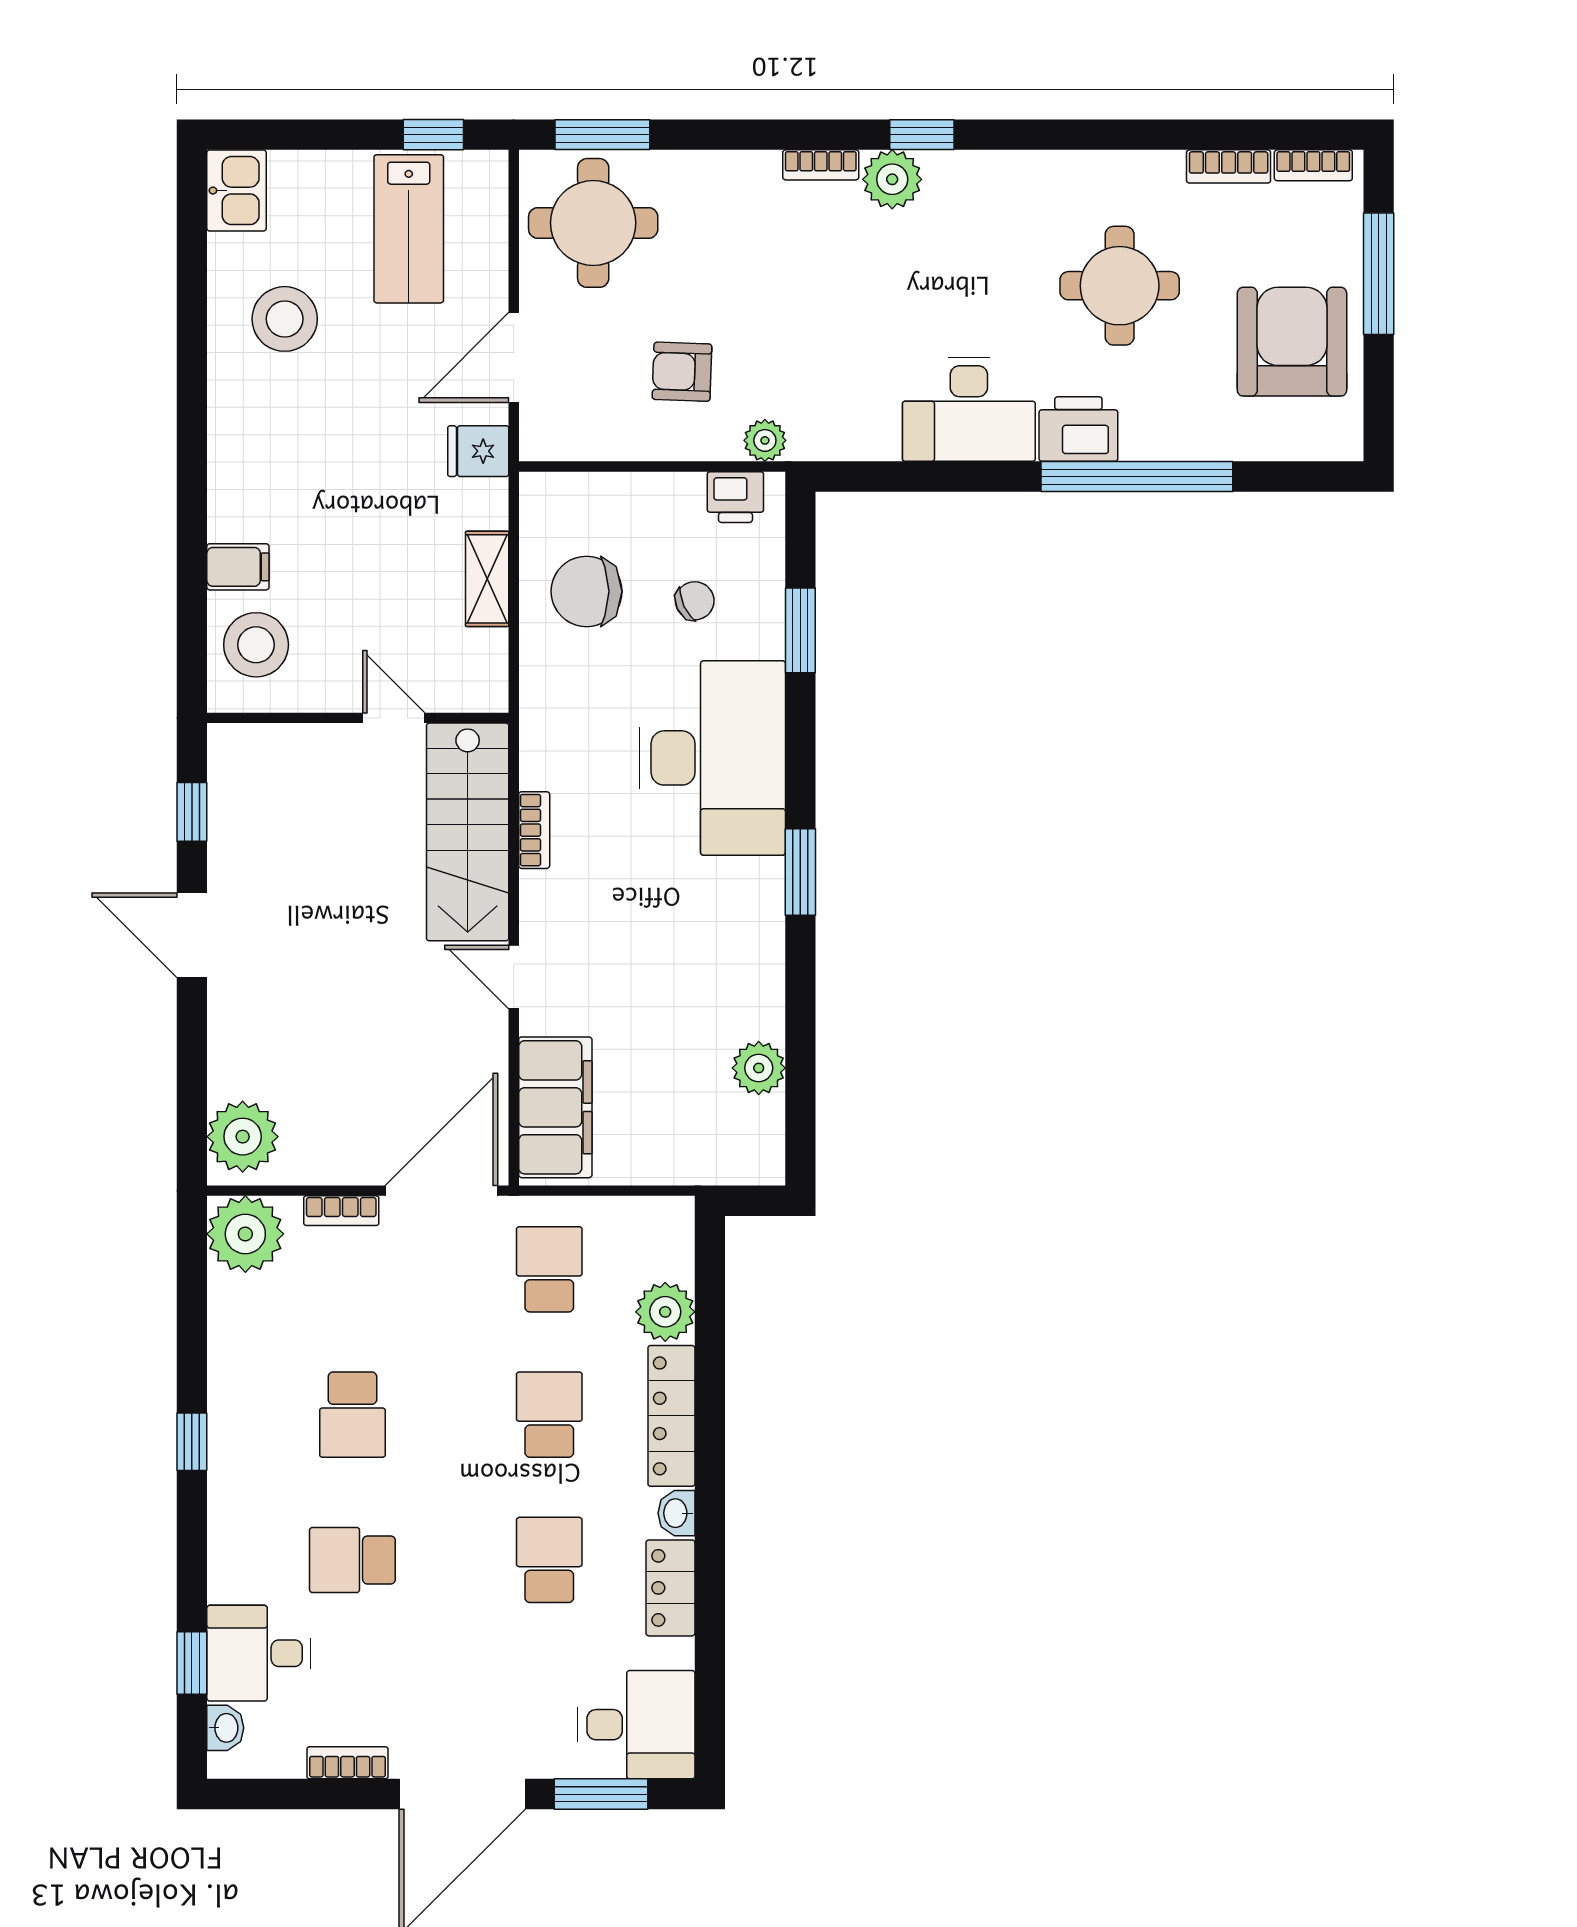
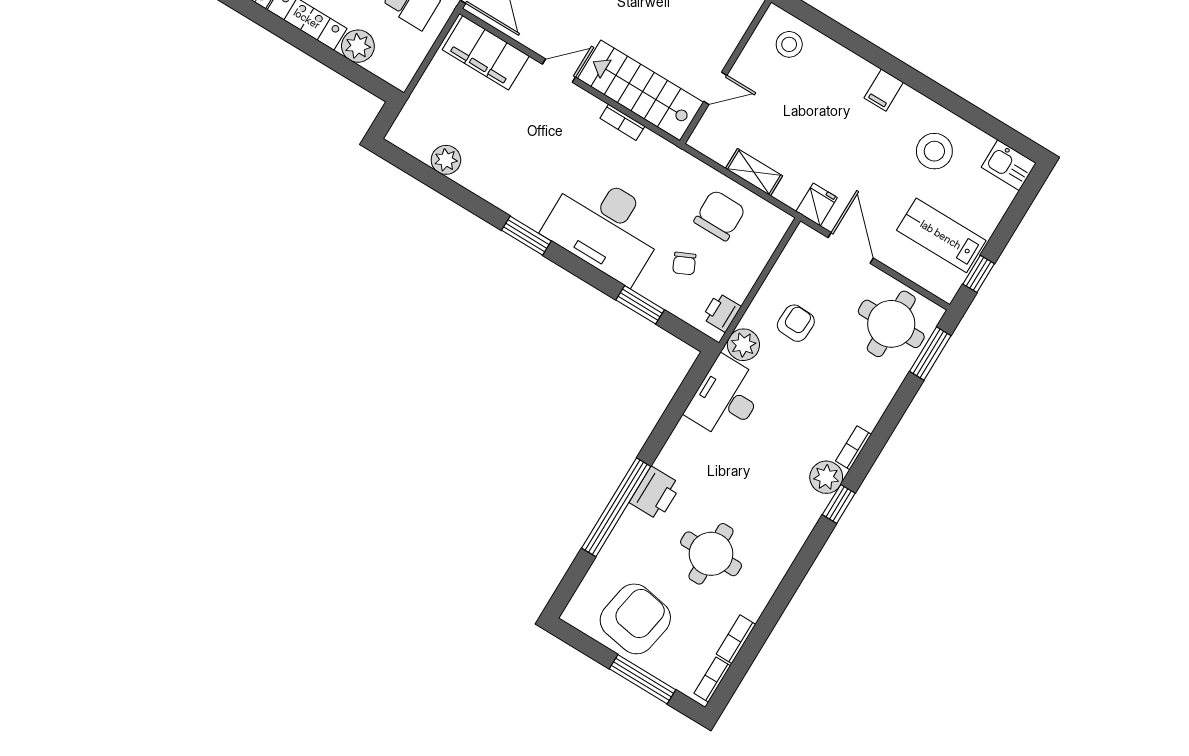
armchair: (1292, 342) -> (635, 619), turned -80
desk: (969, 409) -> (726, 398), moved
plant: (765, 440) -> (743, 345), width x1.38, depth x1.38
filing cabinet: (238, 567) -> (884, 90), moved
stool: (256, 645) -> (789, 44), width x0.73, depth x0.73

